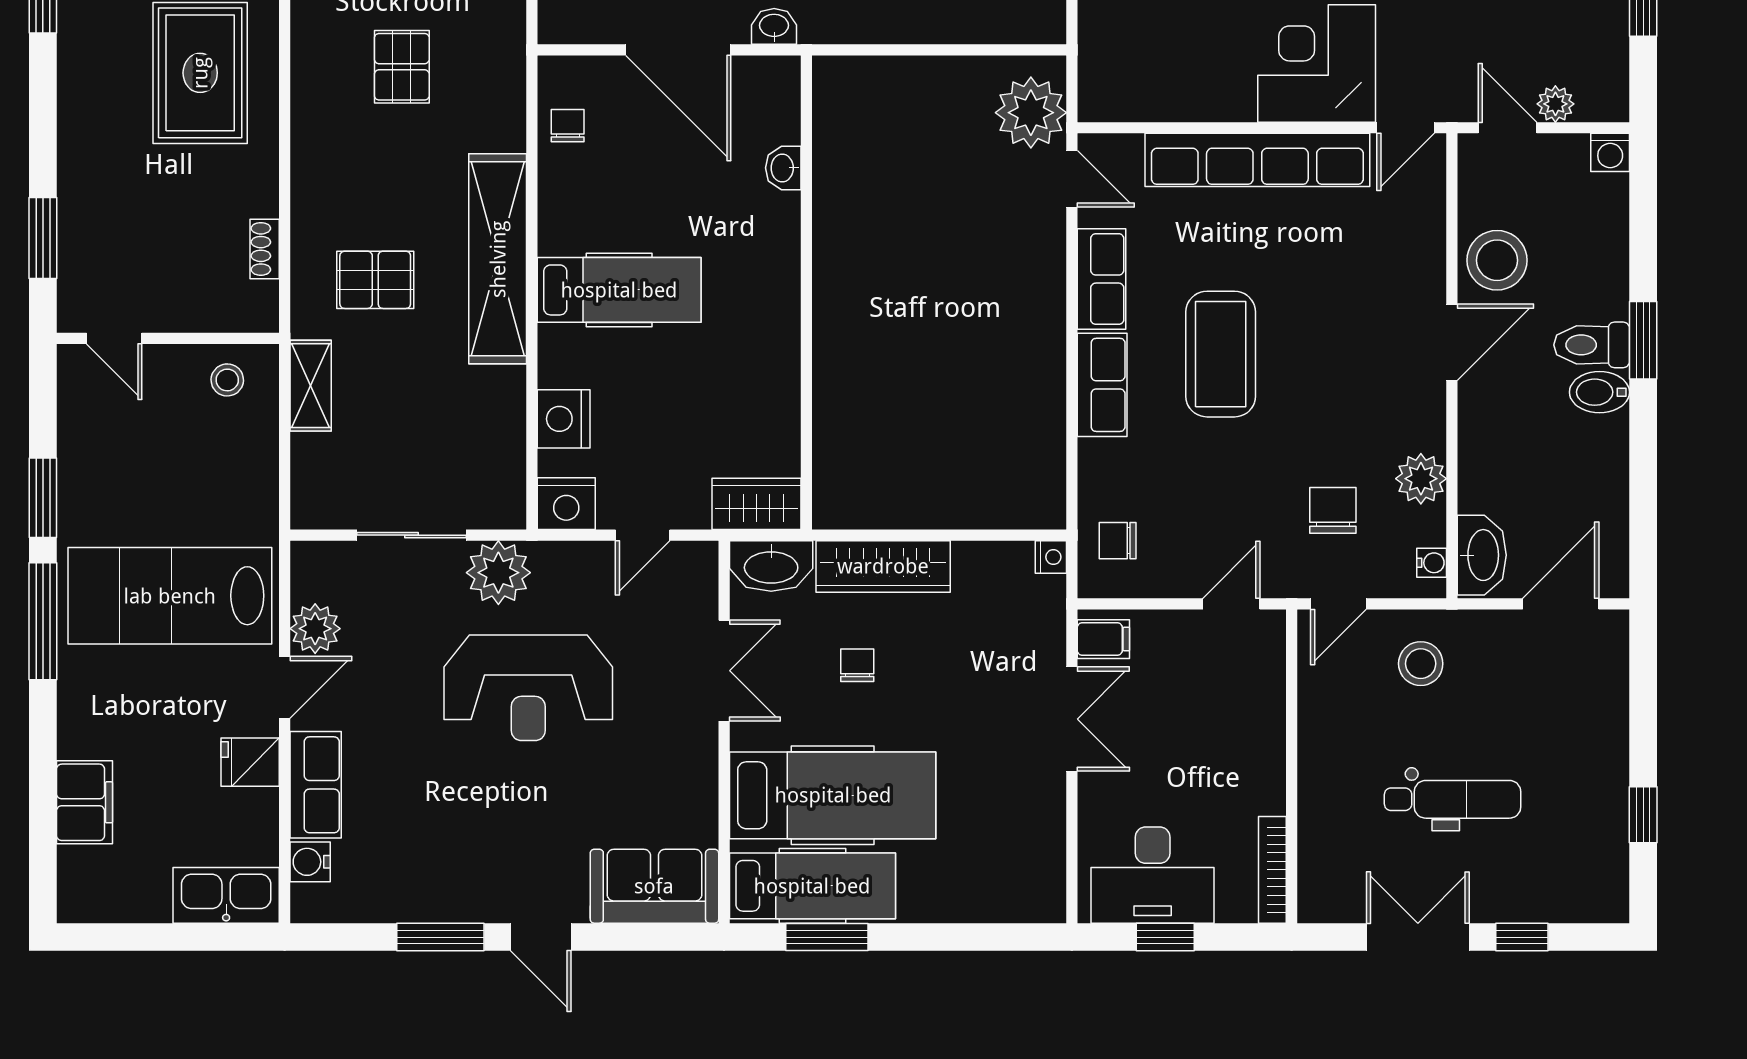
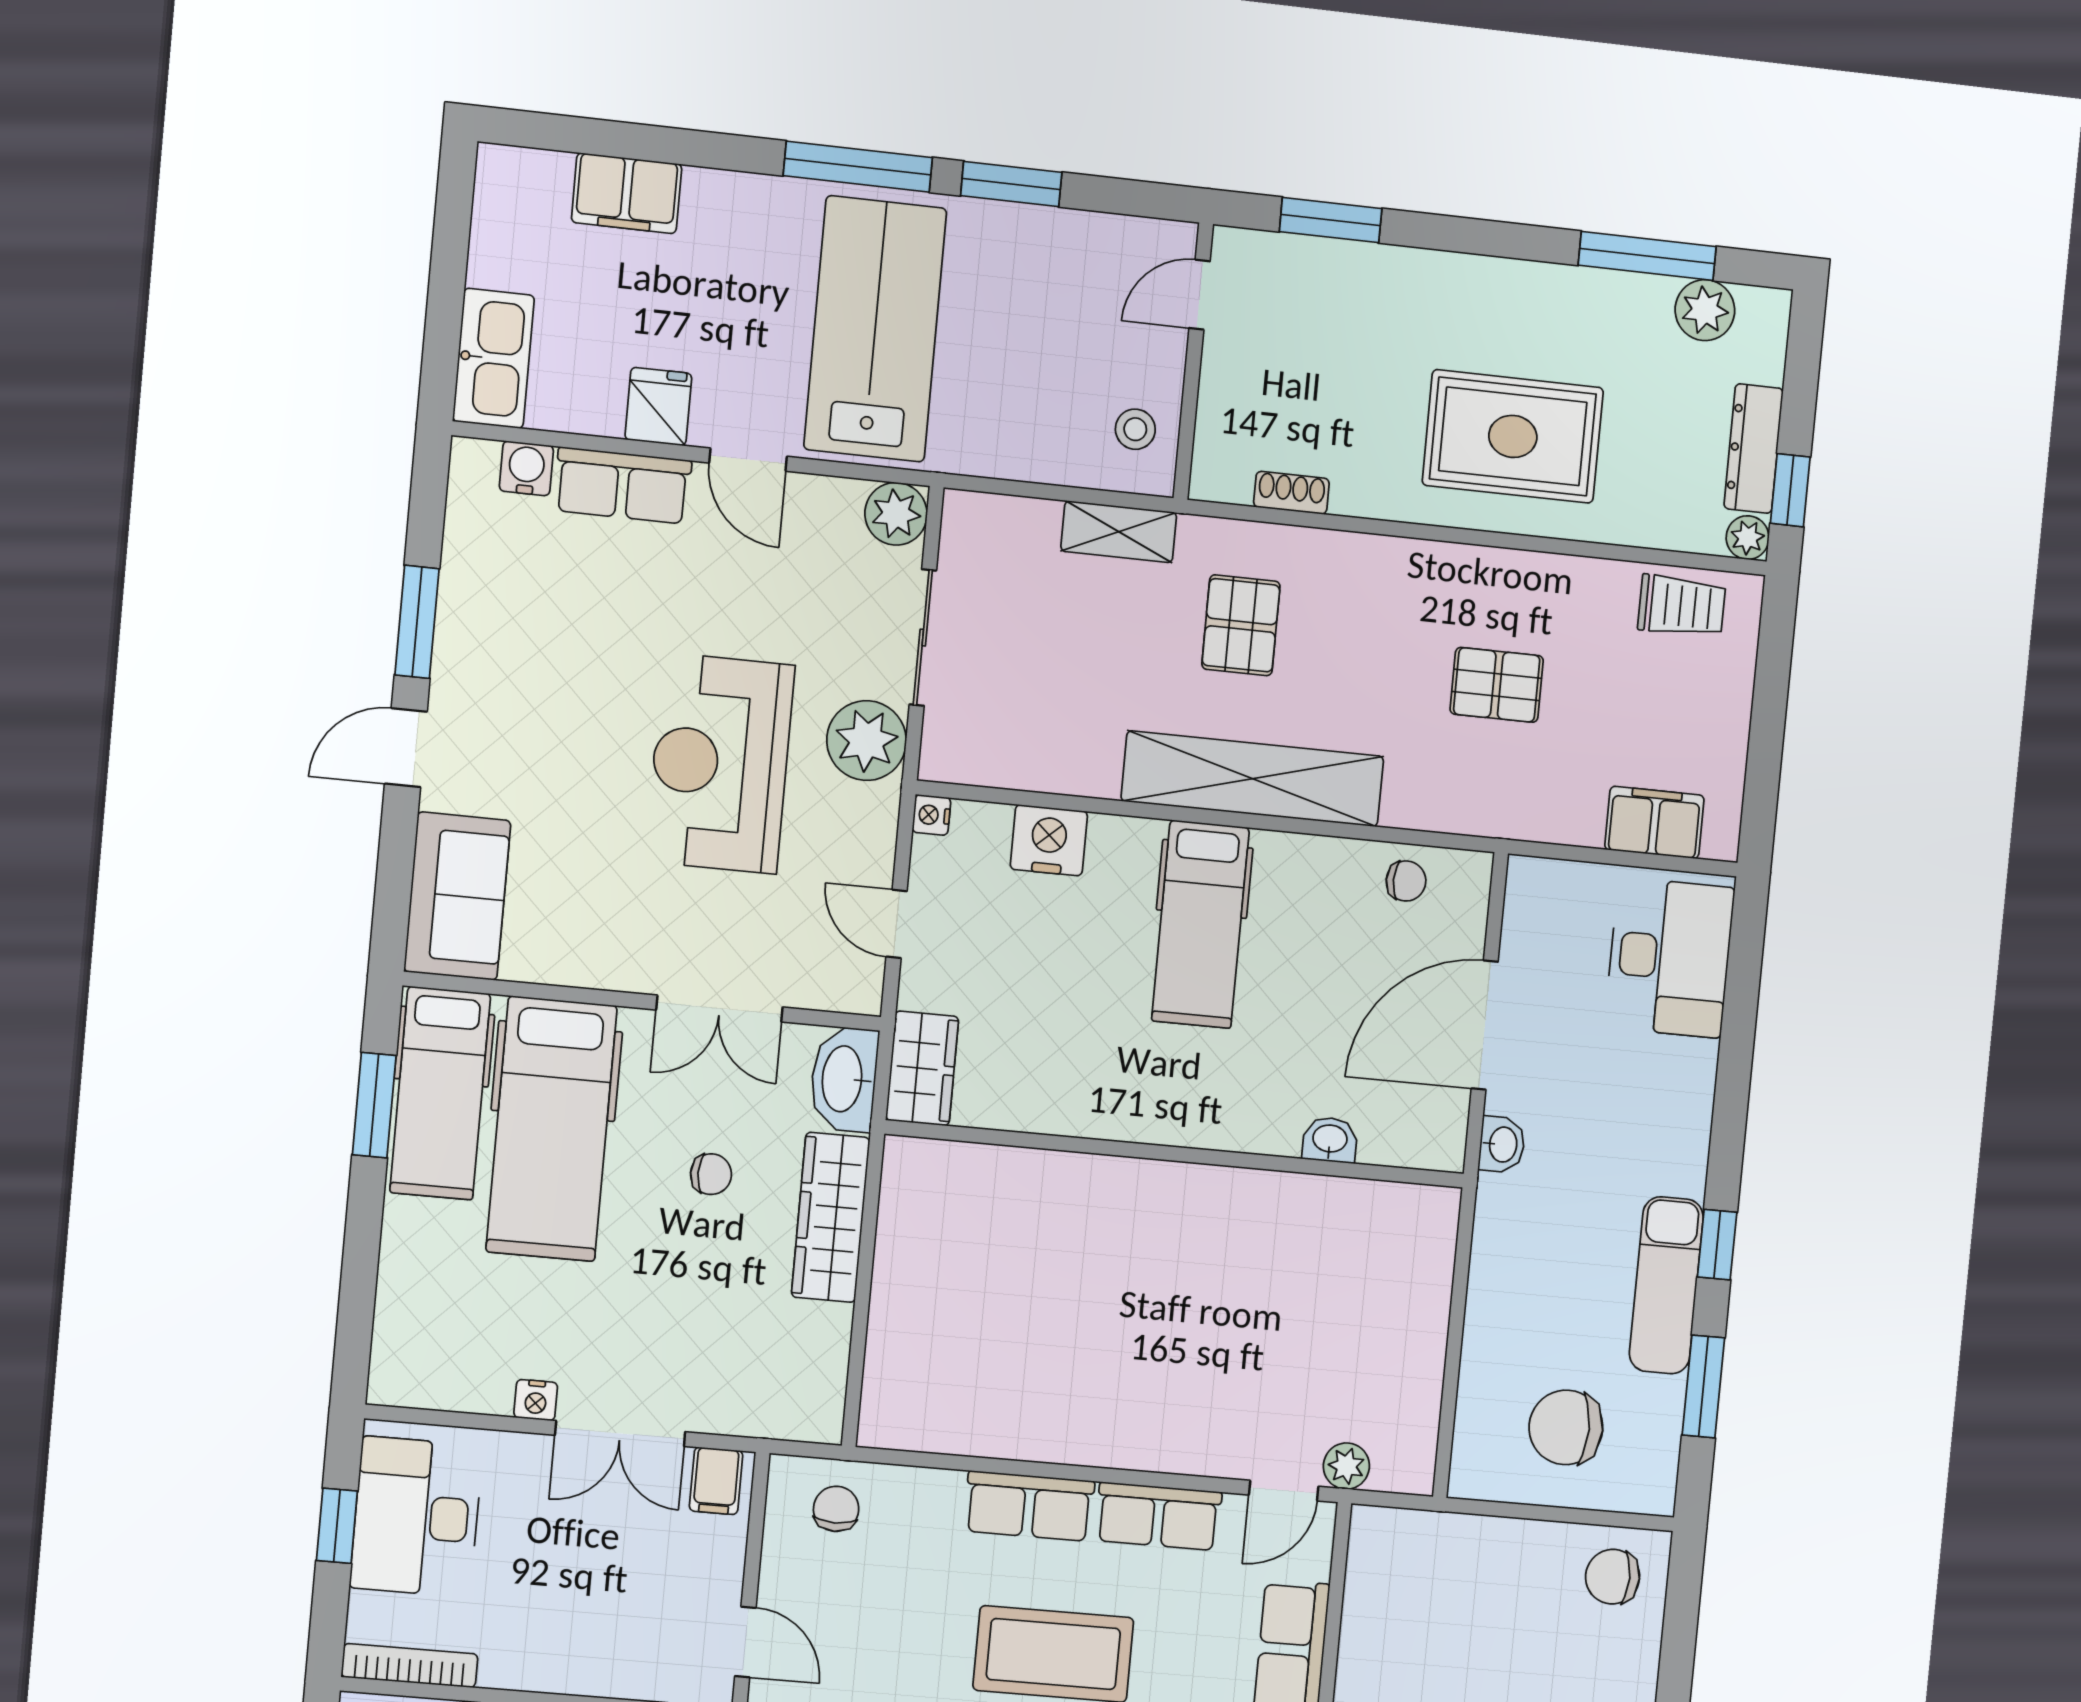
plant: (1031, 113) -> (1346, 1466), width x0.53, depth x0.53
nightstand: (566, 504) -> (931, 815), width x0.53, depth x0.56
nightstand: (1051, 557) -> (536, 1400), moved
plant: (315, 629) -> (896, 514), moved

